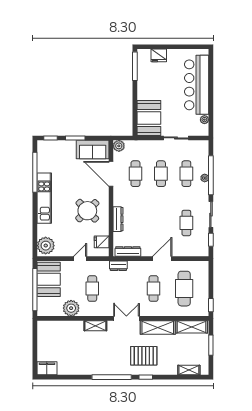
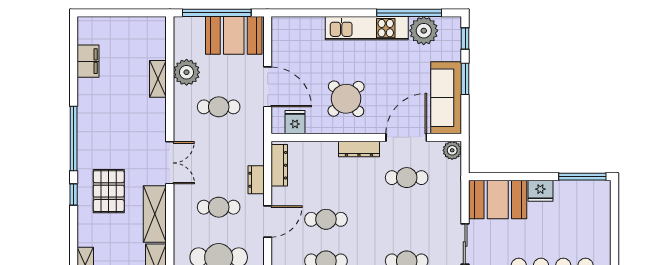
fridge: (159, 55) -> (540, 191), moved, turned -90
sofa: (93, 150) -> (446, 98), width x1.36
cafe table: (161, 174) -> (326, 219), moved
dresser: (118, 219) -> (359, 149), moved
plant: (46, 246) -> (424, 31), moved
door: (80, 259) -> (268, 87), width x1.88
door: (162, 259) -> (268, 221), hinge flipped
dresser: (118, 266) -> (256, 180), moved
shelving: (95, 326) -> (158, 79), moved
filing cabinet: (47, 368) -> (88, 61), moved

